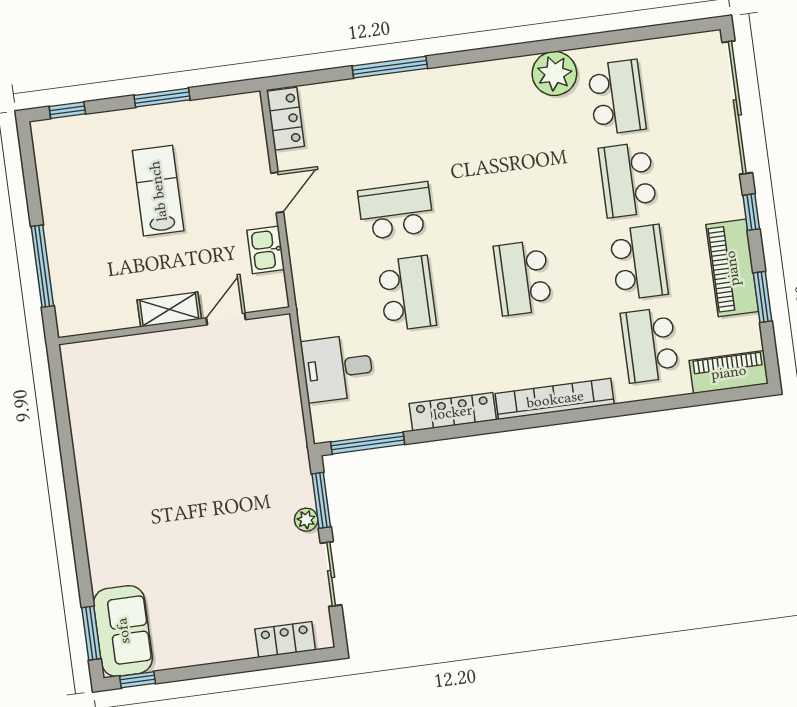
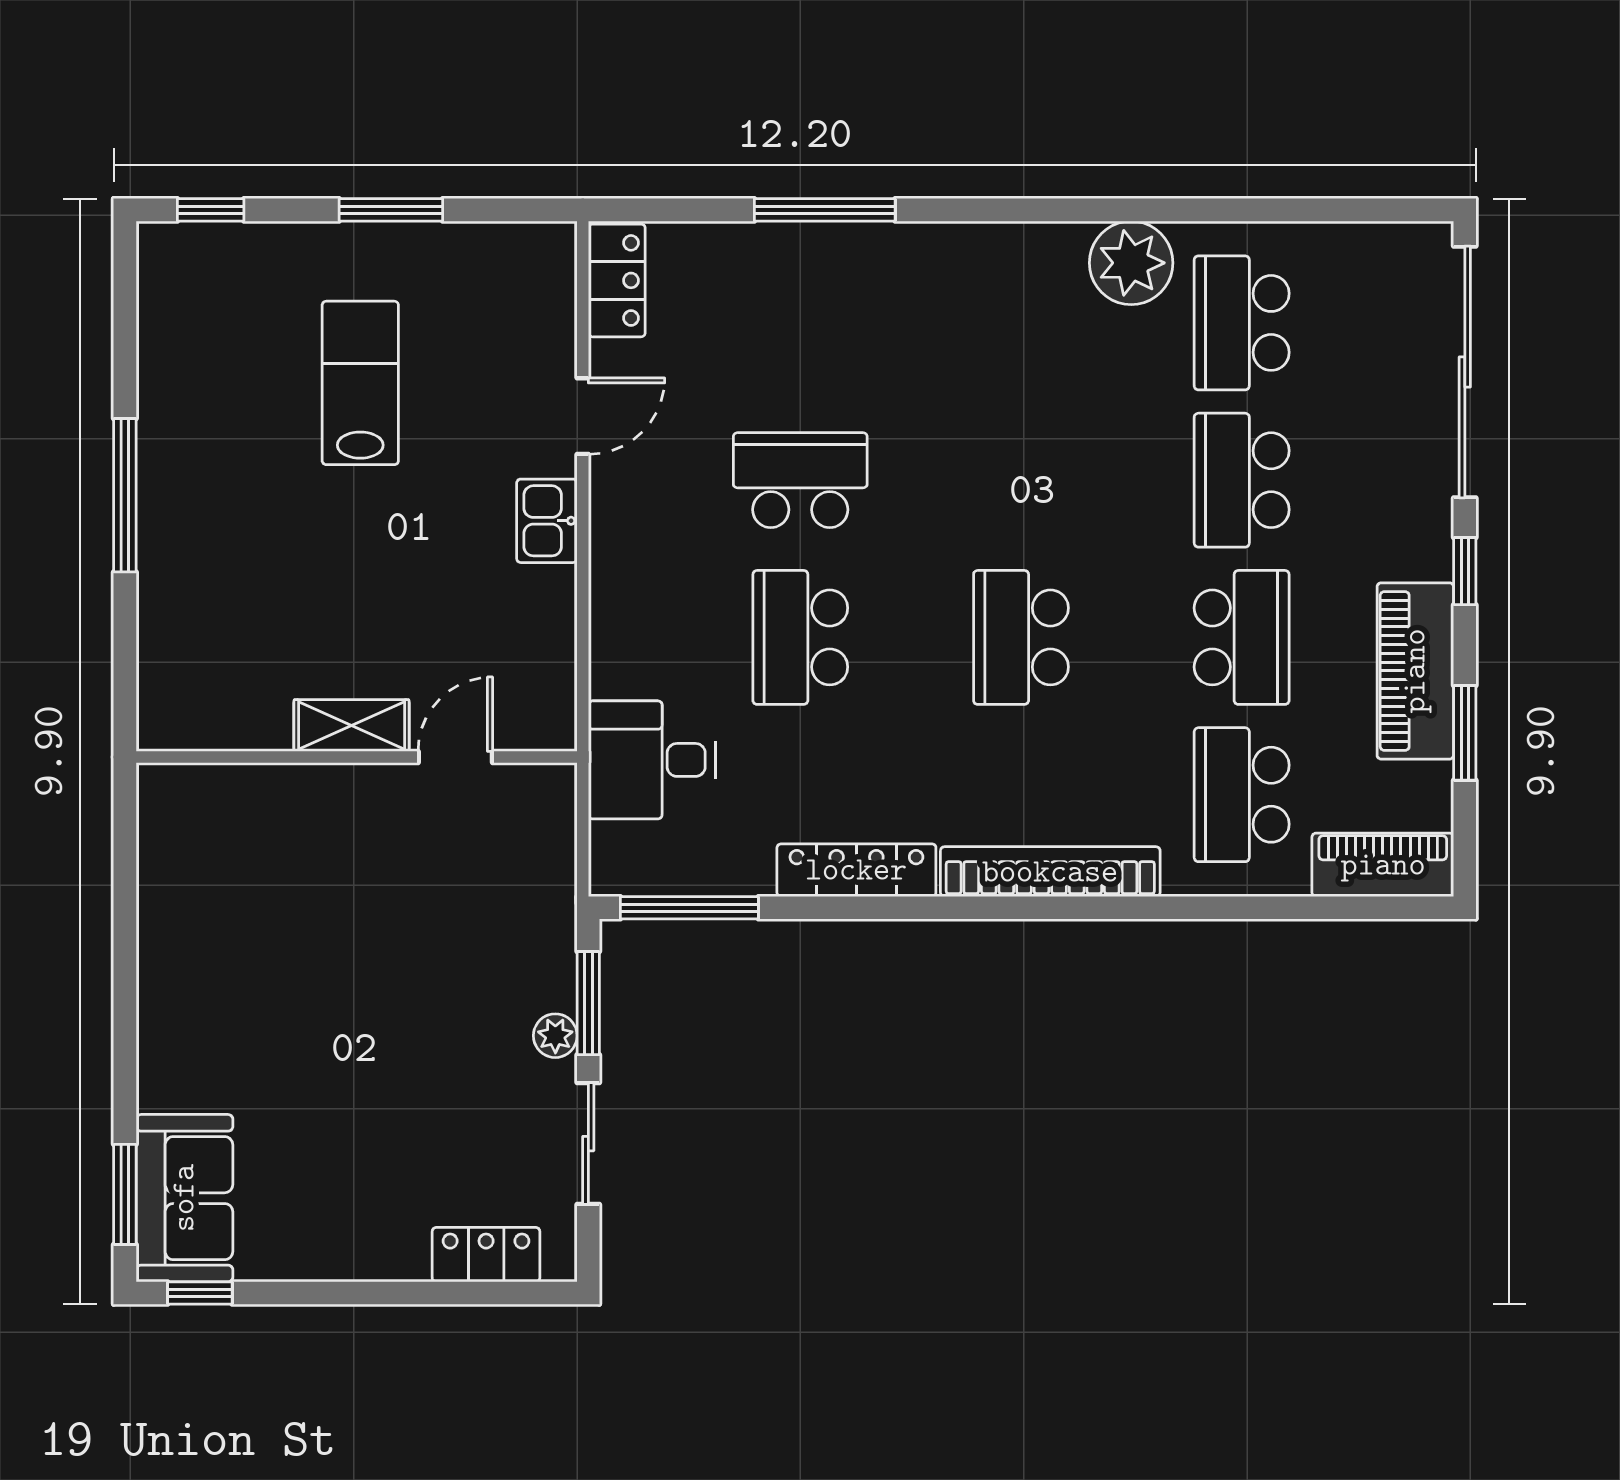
school desk: (617, 97) -> (1242, 323), turned 180
school desk: (407, 293) -> (800, 637), turned 180
shelving: (169, 310) -> (352, 726), moved
door: (226, 319) -> (455, 757), moved
wall: (174, 326) -> (357, 757), moved

